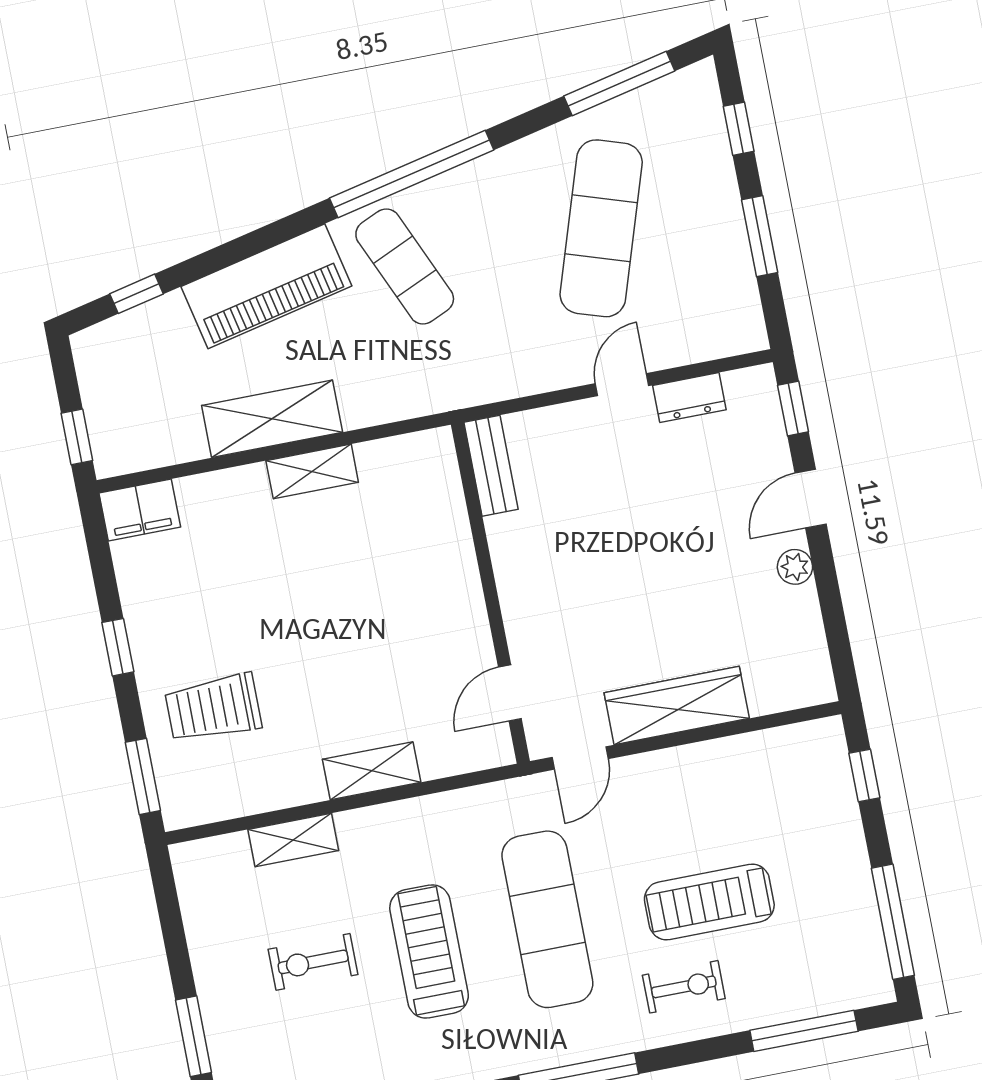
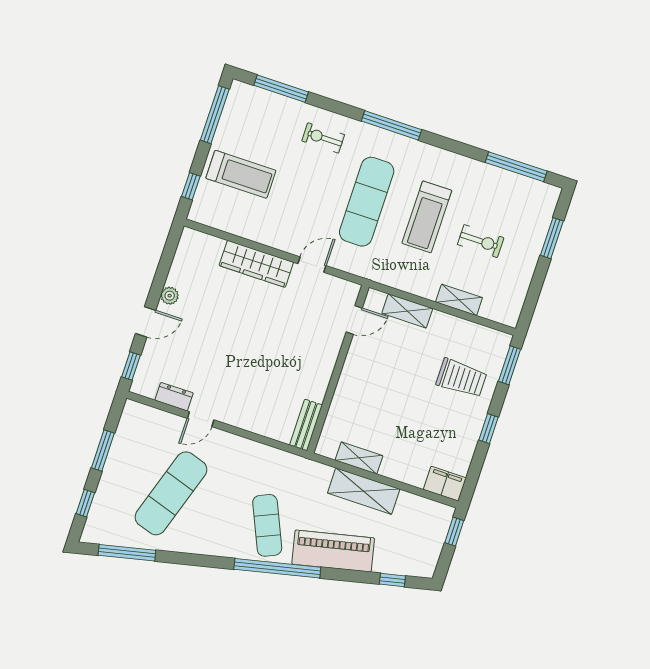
window: (412, 174) -> (277, 568), moved
bench: (491, 466) -> (306, 425), moved
wall: (490, 593) -> (338, 369), moved
door: (510, 693) -> (354, 320), moved
treadmill: (709, 902) -> (241, 174), moved

